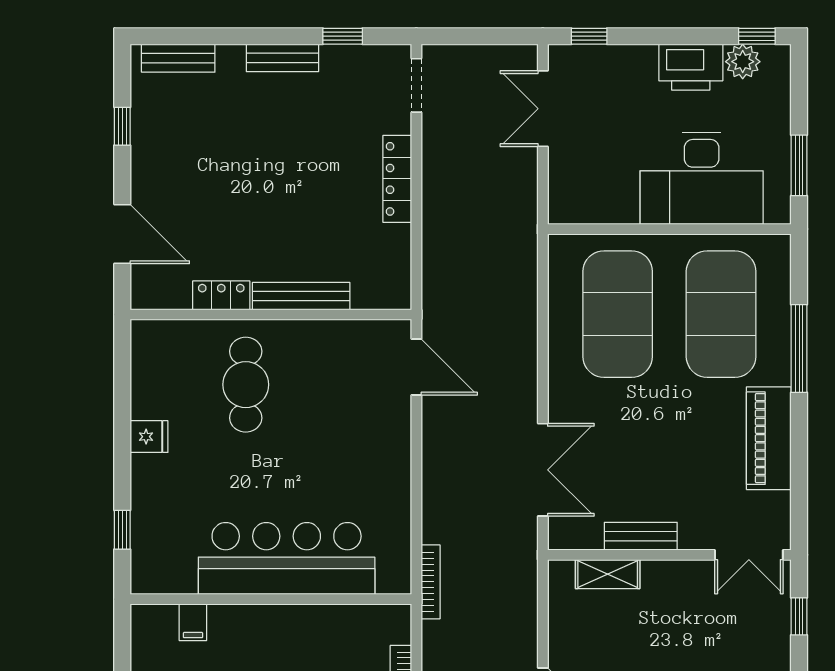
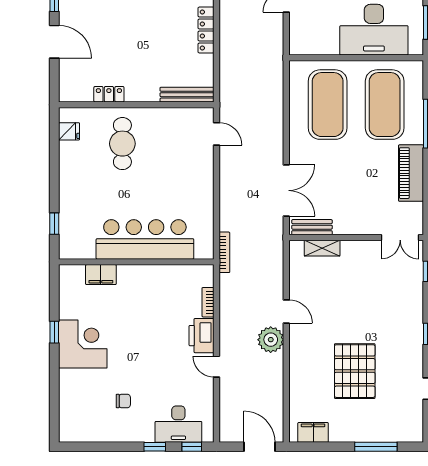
door: (122, 234) -> (54, 42), moved
bench: (301, 296) -> (187, 95), moved
door: (416, 367) -> (217, 134), width x0.73
fridge: (149, 437) -> (69, 131), moved
bench: (641, 536) -> (312, 227), moved
filing cabinet: (193, 622) -> (101, 275), width x2.00

